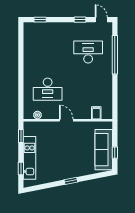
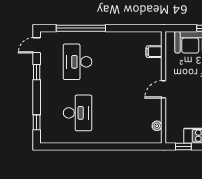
desk: (48, 89) -> (78, 113), moved

